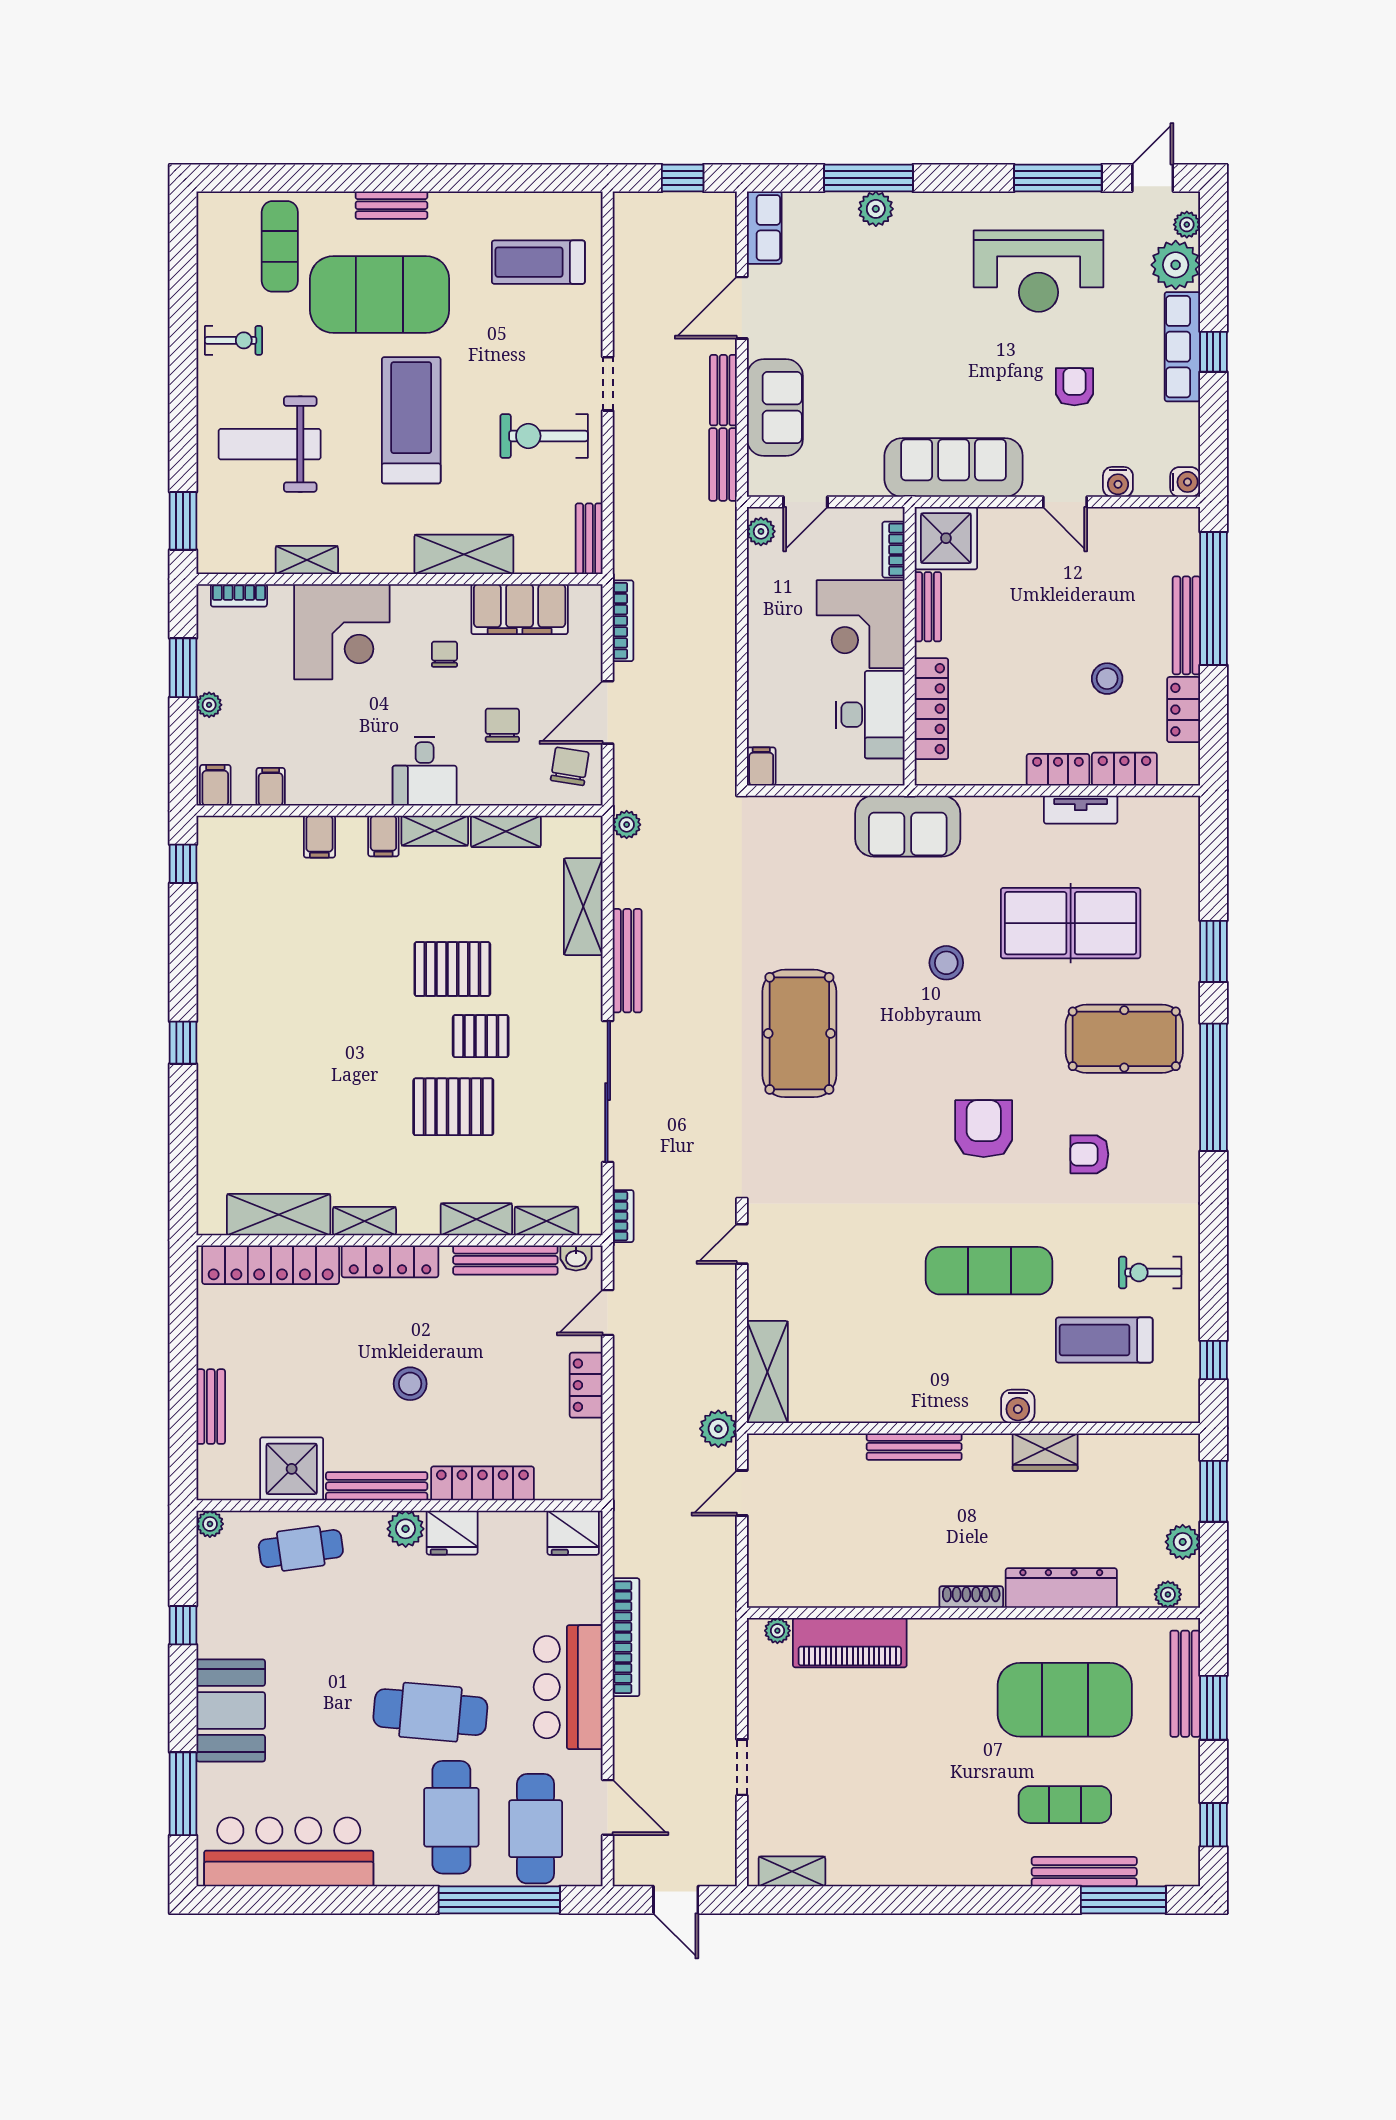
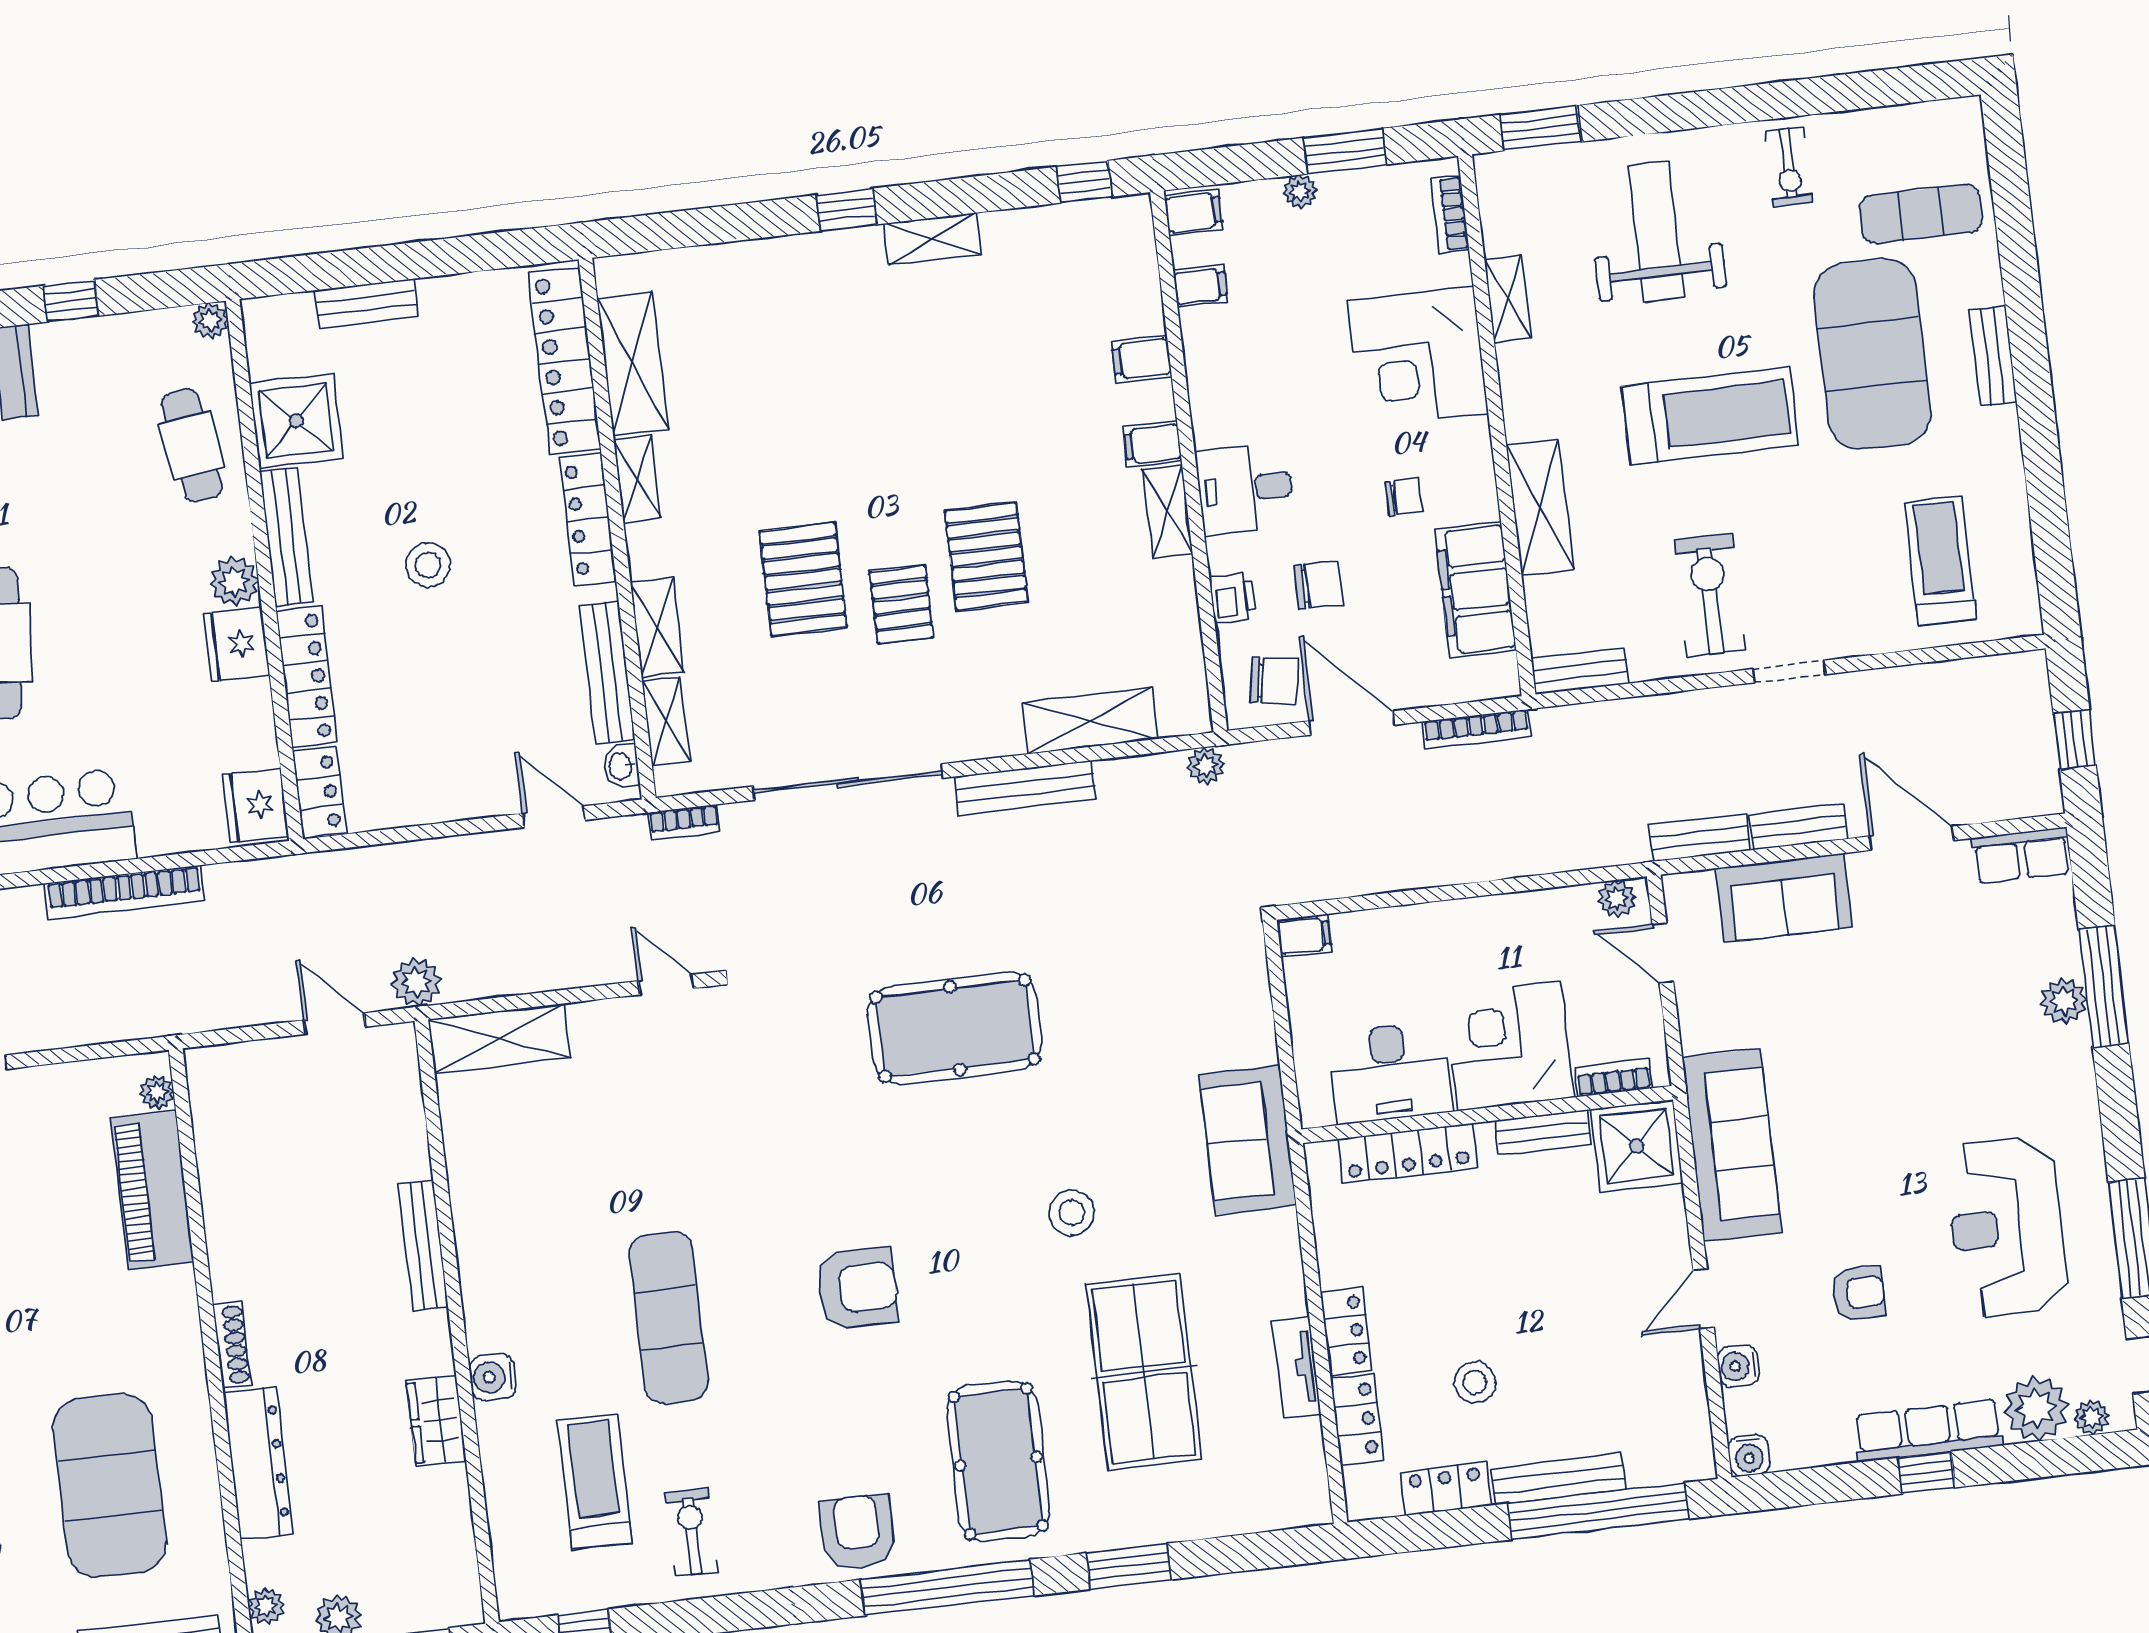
printer: (504, 790) -> (1233, 598), added
shelving: (506, 831) -> (932, 239), moved, turned 90
armchair: (1089, 1154) -> (857, 1532), moved, width x1.38, depth x1.38
locker: (586, 1385) -> (319, 792), moved, turned 90

